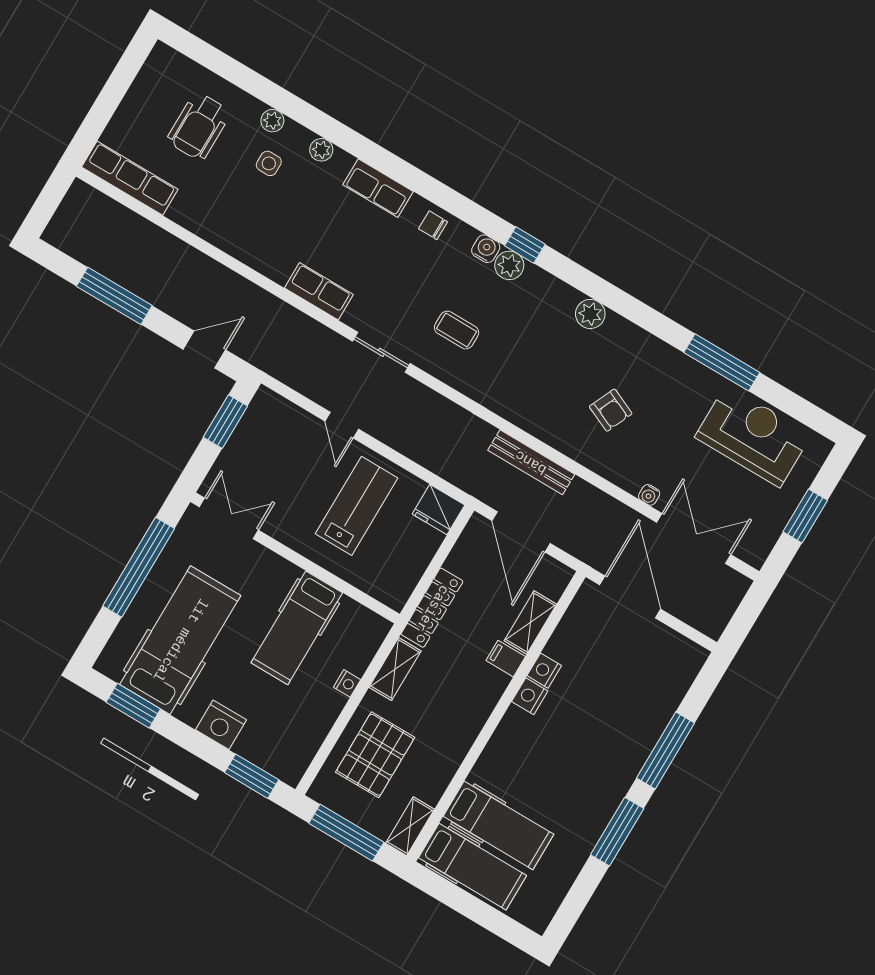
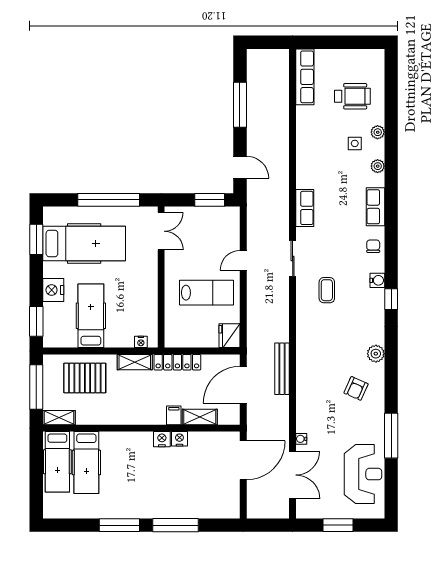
wheelchair: (199, 126) -> (352, 96), turned 180
plant: (509, 265) -> (376, 297), removed
armchair: (611, 410) -> (356, 388), moved
hospital bed: (297, 628) -> (91, 316), moved, turned 90
nightstand: (347, 683) -> (141, 342), moved

